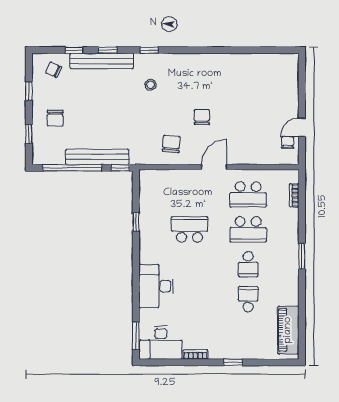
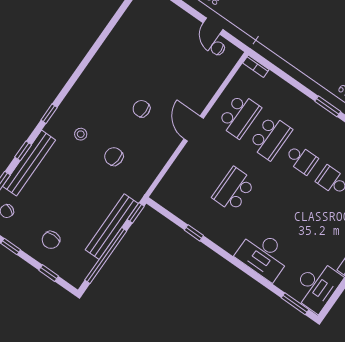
chair: (55, 118) -> (51, 240), turned 90
chair: (171, 144) -> (114, 157), moved
bookcase: (294, 195) -> (256, 66), moved

